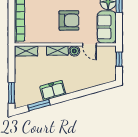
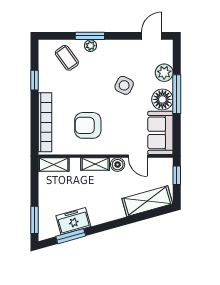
armchair: (69, 21) -> (88, 125), moved, turned 180
shelving: (97, 79) -> (147, 201), added
freezer: (53, 90) -> (73, 221), moved

